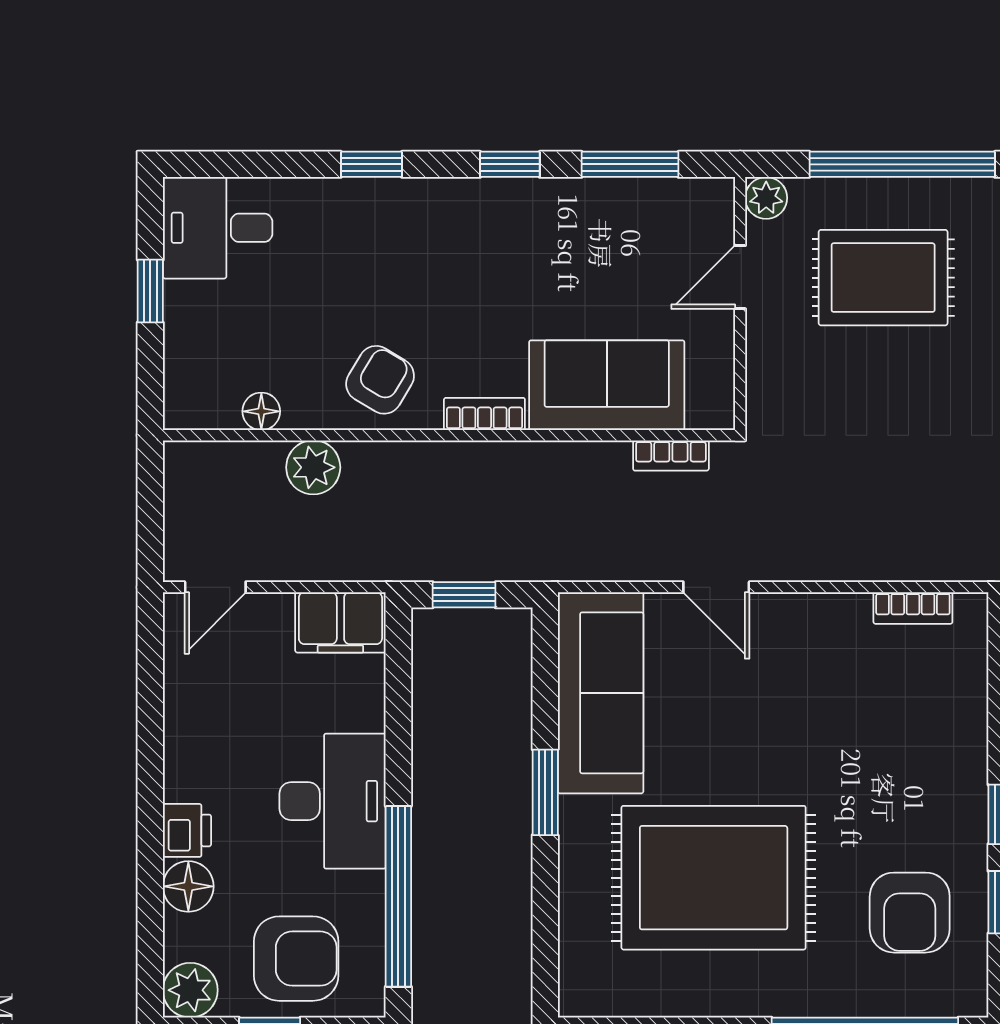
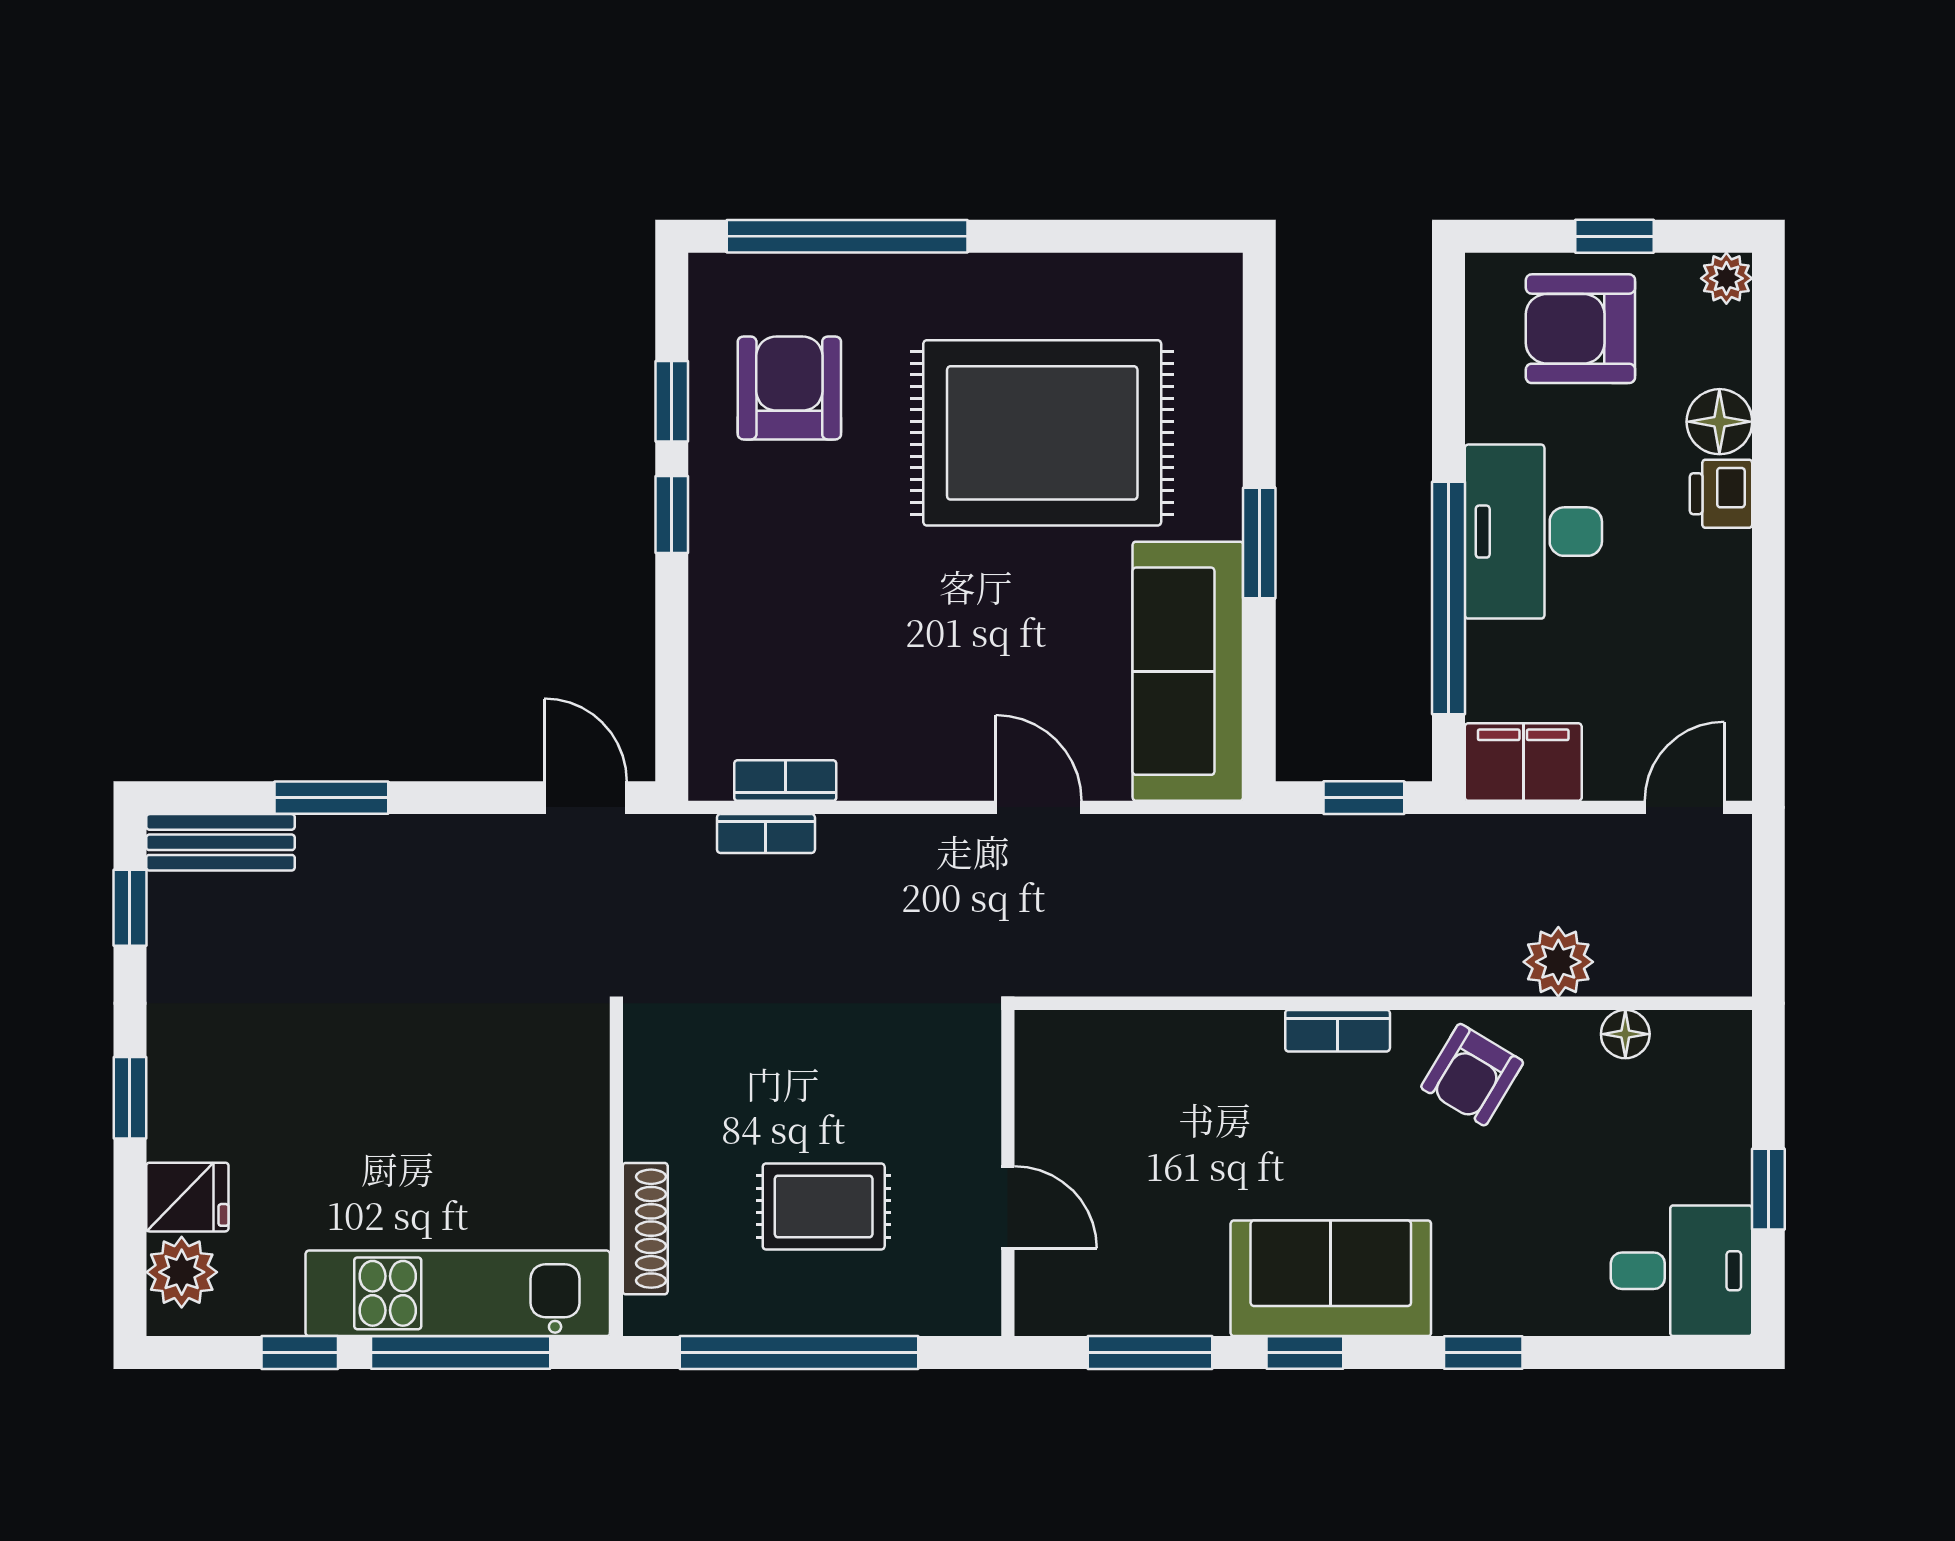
plant: (766, 198) -> (974, 1309), removed
door: (740, 277) -> (1008, 1207), hinge flipped
rug: (883, 278) -> (824, 1206), width x0.73, depth x0.70
sofa: (607, 385) -> (1331, 1278), moved, turned 180
bookcase: (671, 455) -> (766, 834), moved, turned 180
window: (398, 896) -> (1449, 598), moved
plant: (190, 990) -> (1726, 278), width x0.73, depth x0.73

